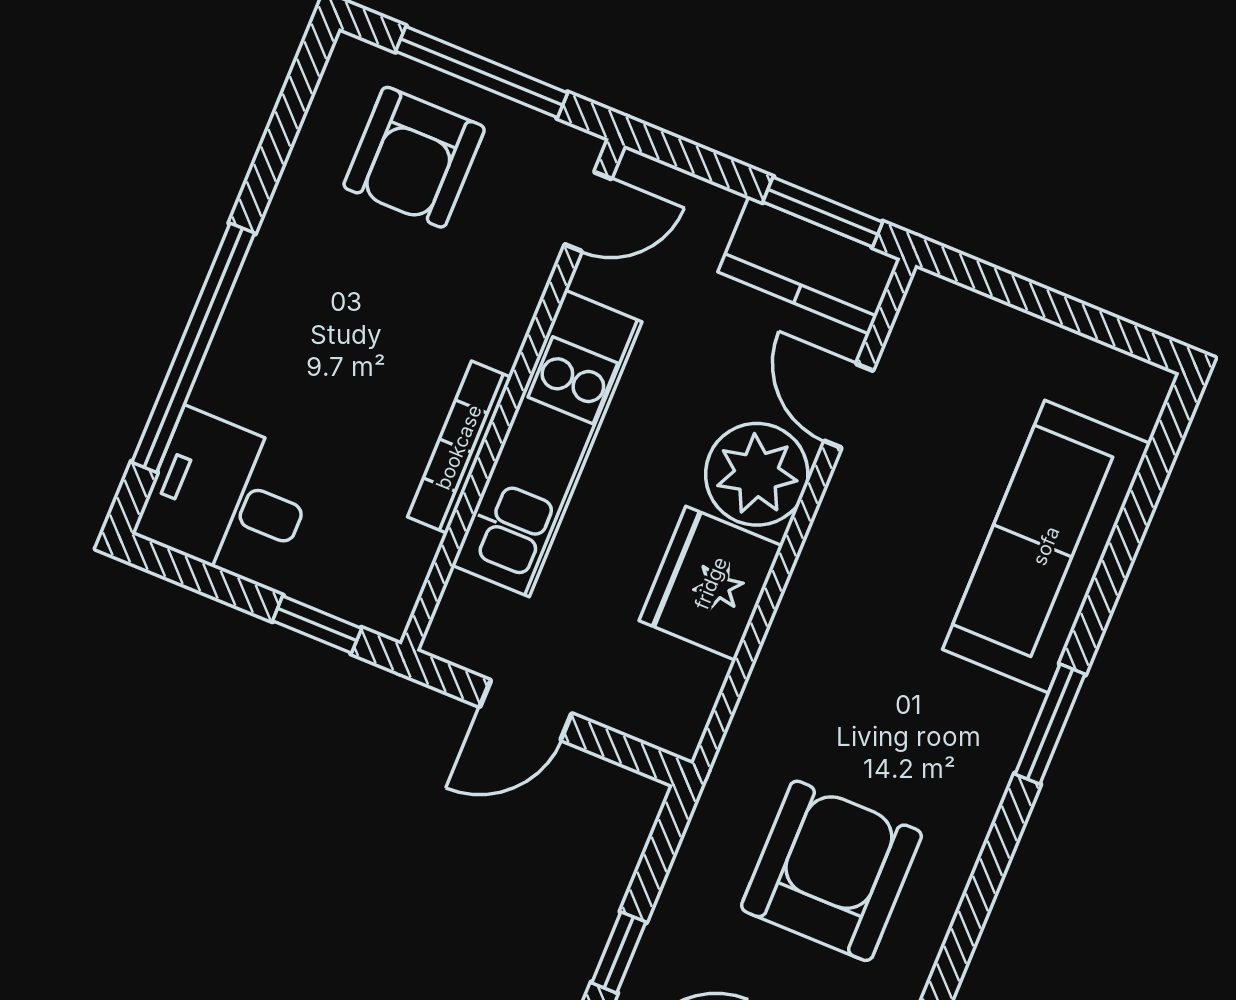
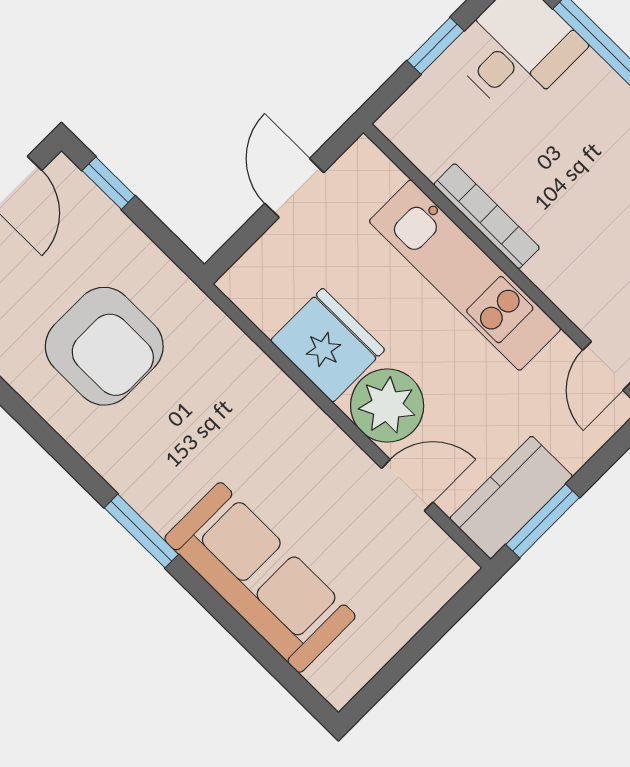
window: (317, 625) -> (436, 46), moved

